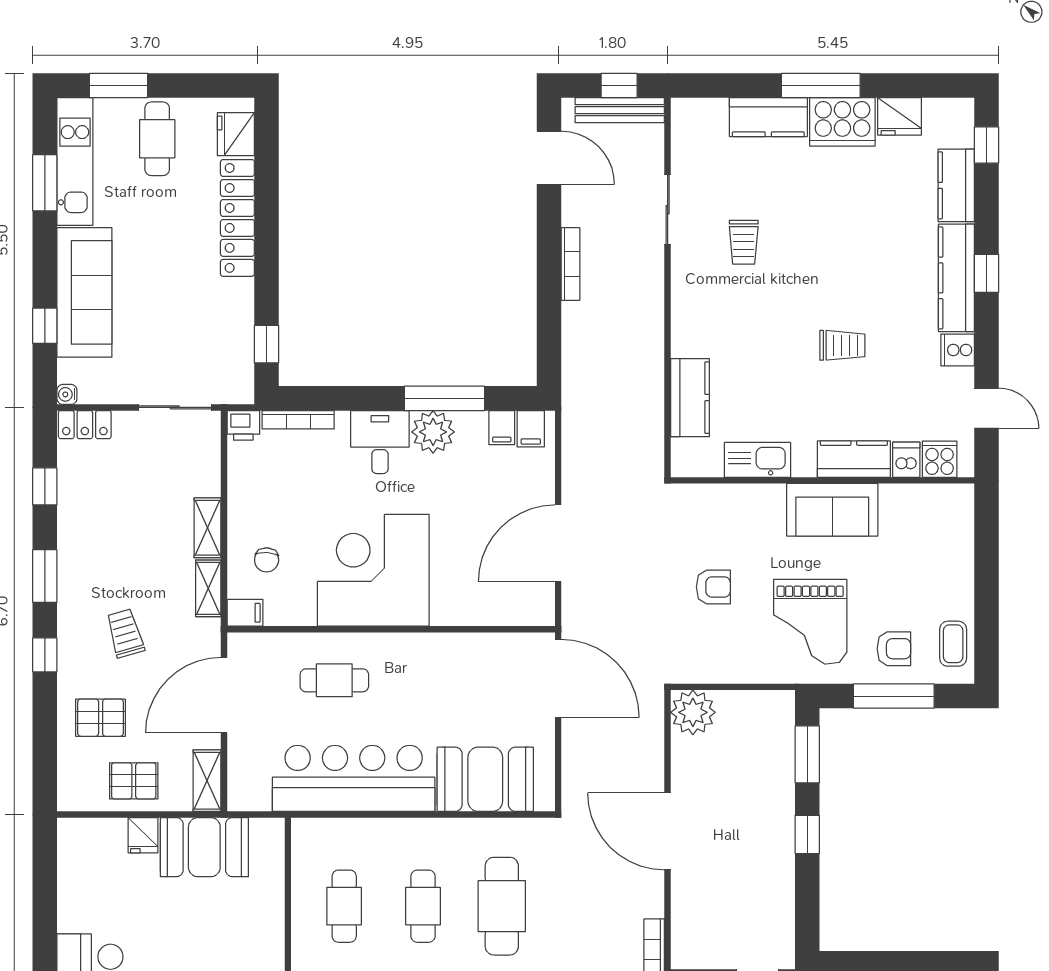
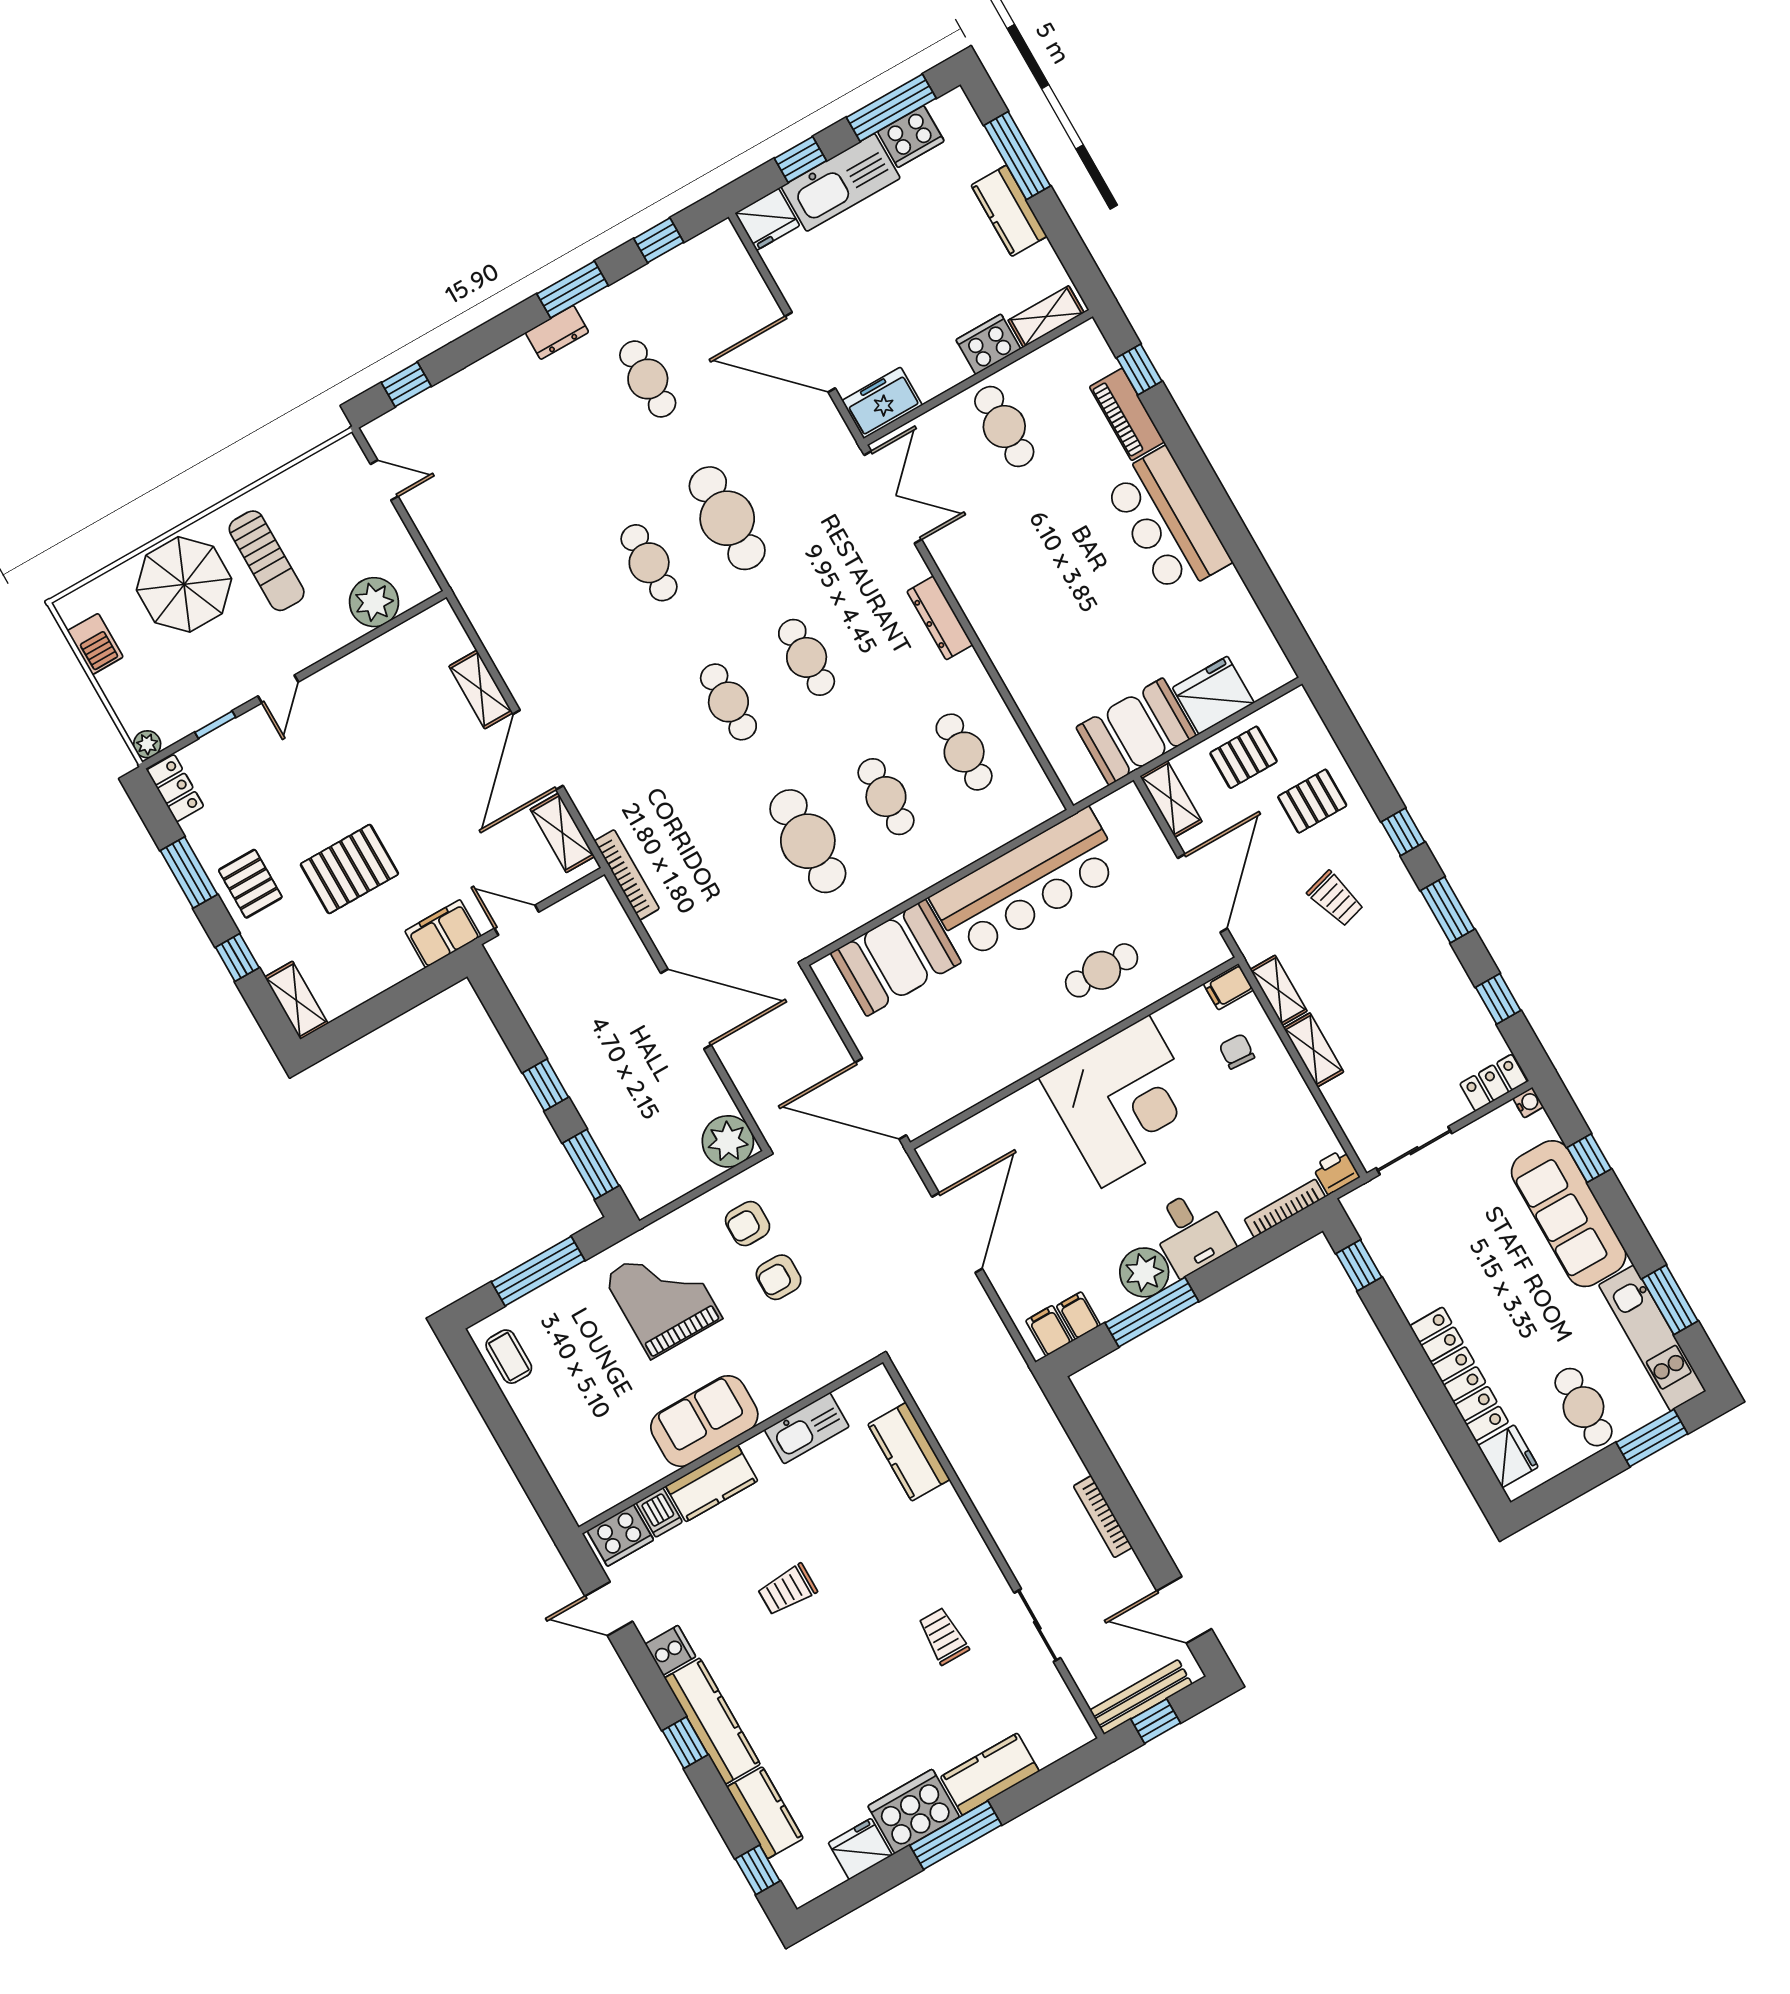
cooker: (940, 459) -> (620, 1535), width x1.36
armchair: (894, 649) -> (748, 1224), moved
fridge: (143, 835) -> (1213, 695), width x1.88, depth x1.34

